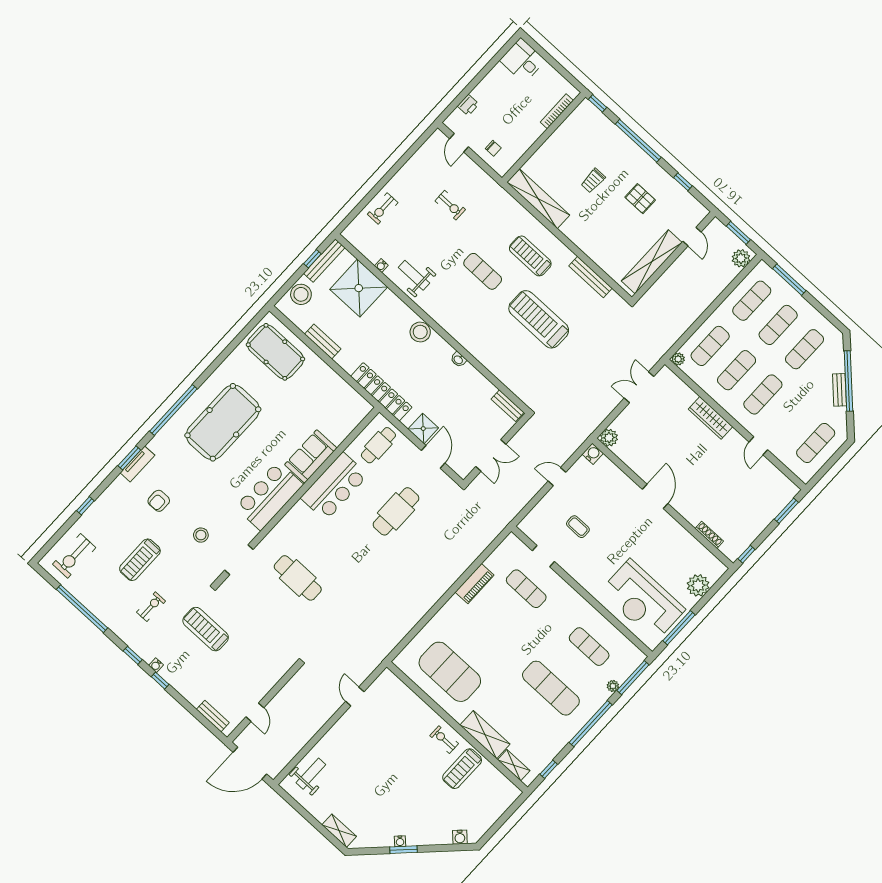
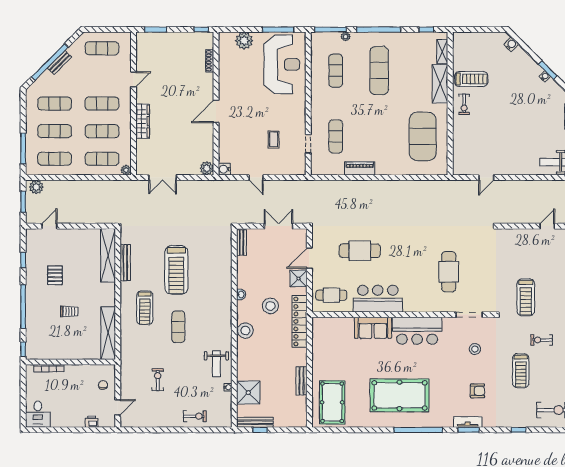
shelving: (652, 262) -> (108, 255), moved, turned 90
shower: (359, 288) -> (248, 393), width x0.73, depth x0.73
stool: (301, 294) -> (270, 306), moved
treadmill: (140, 560) -> (521, 371), turned 90

